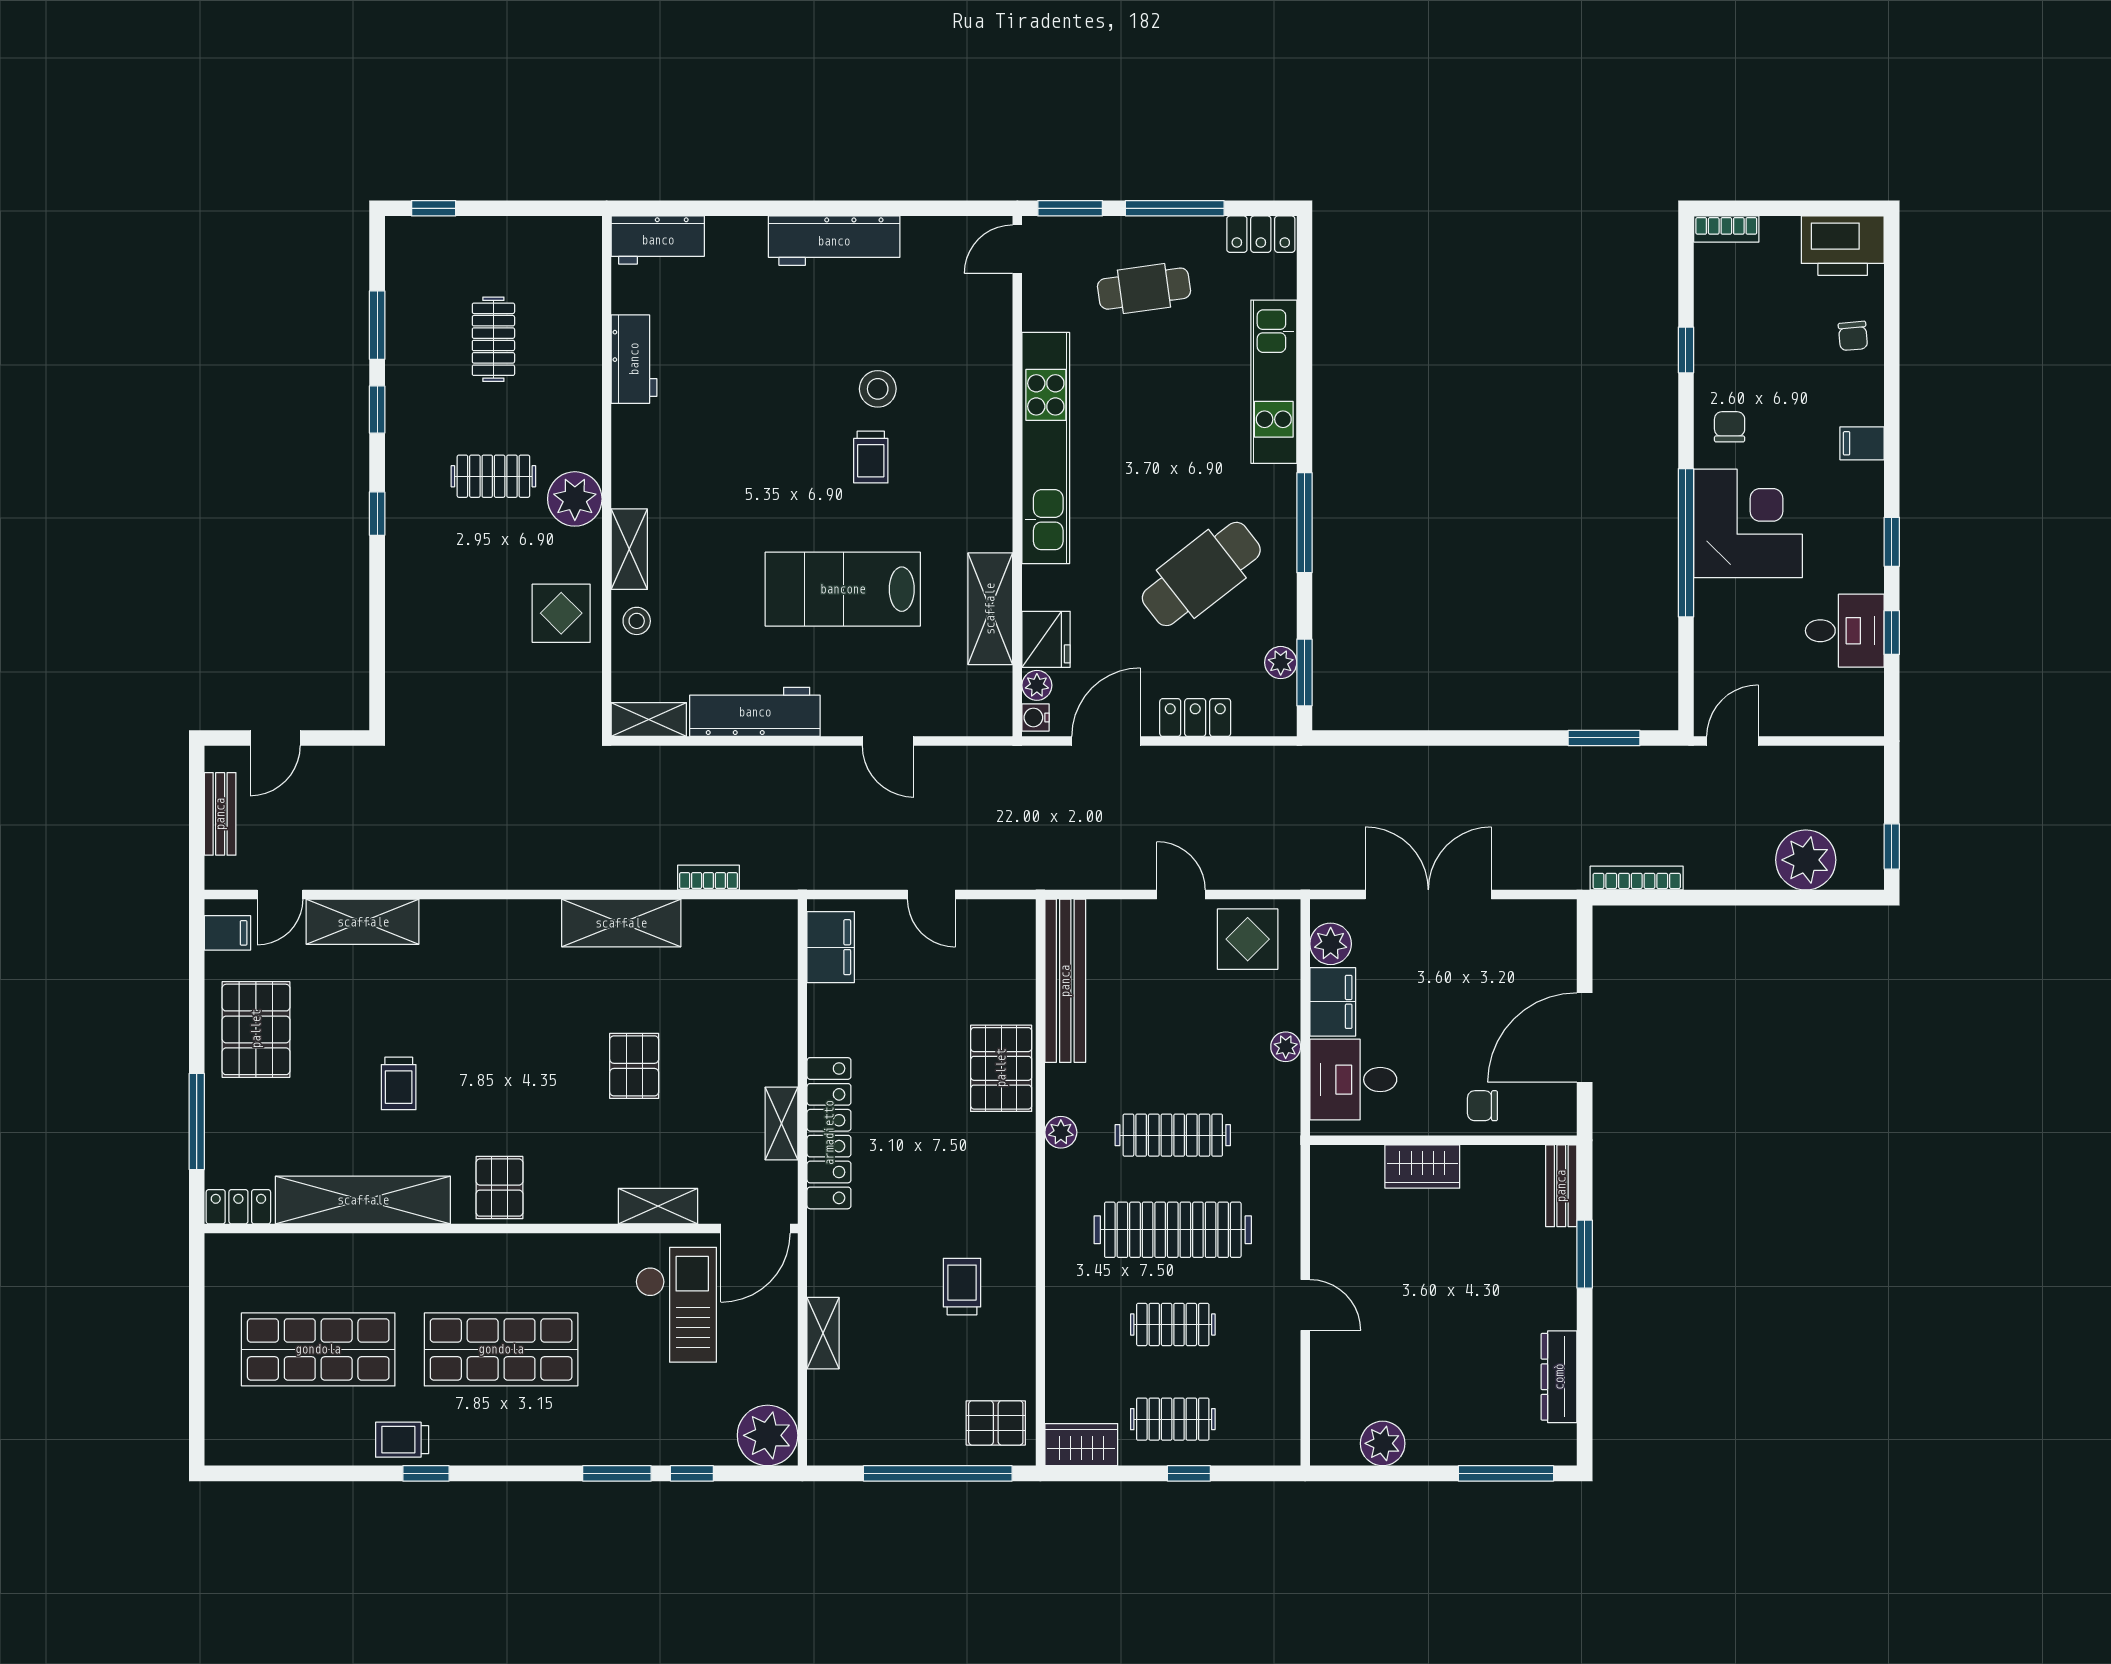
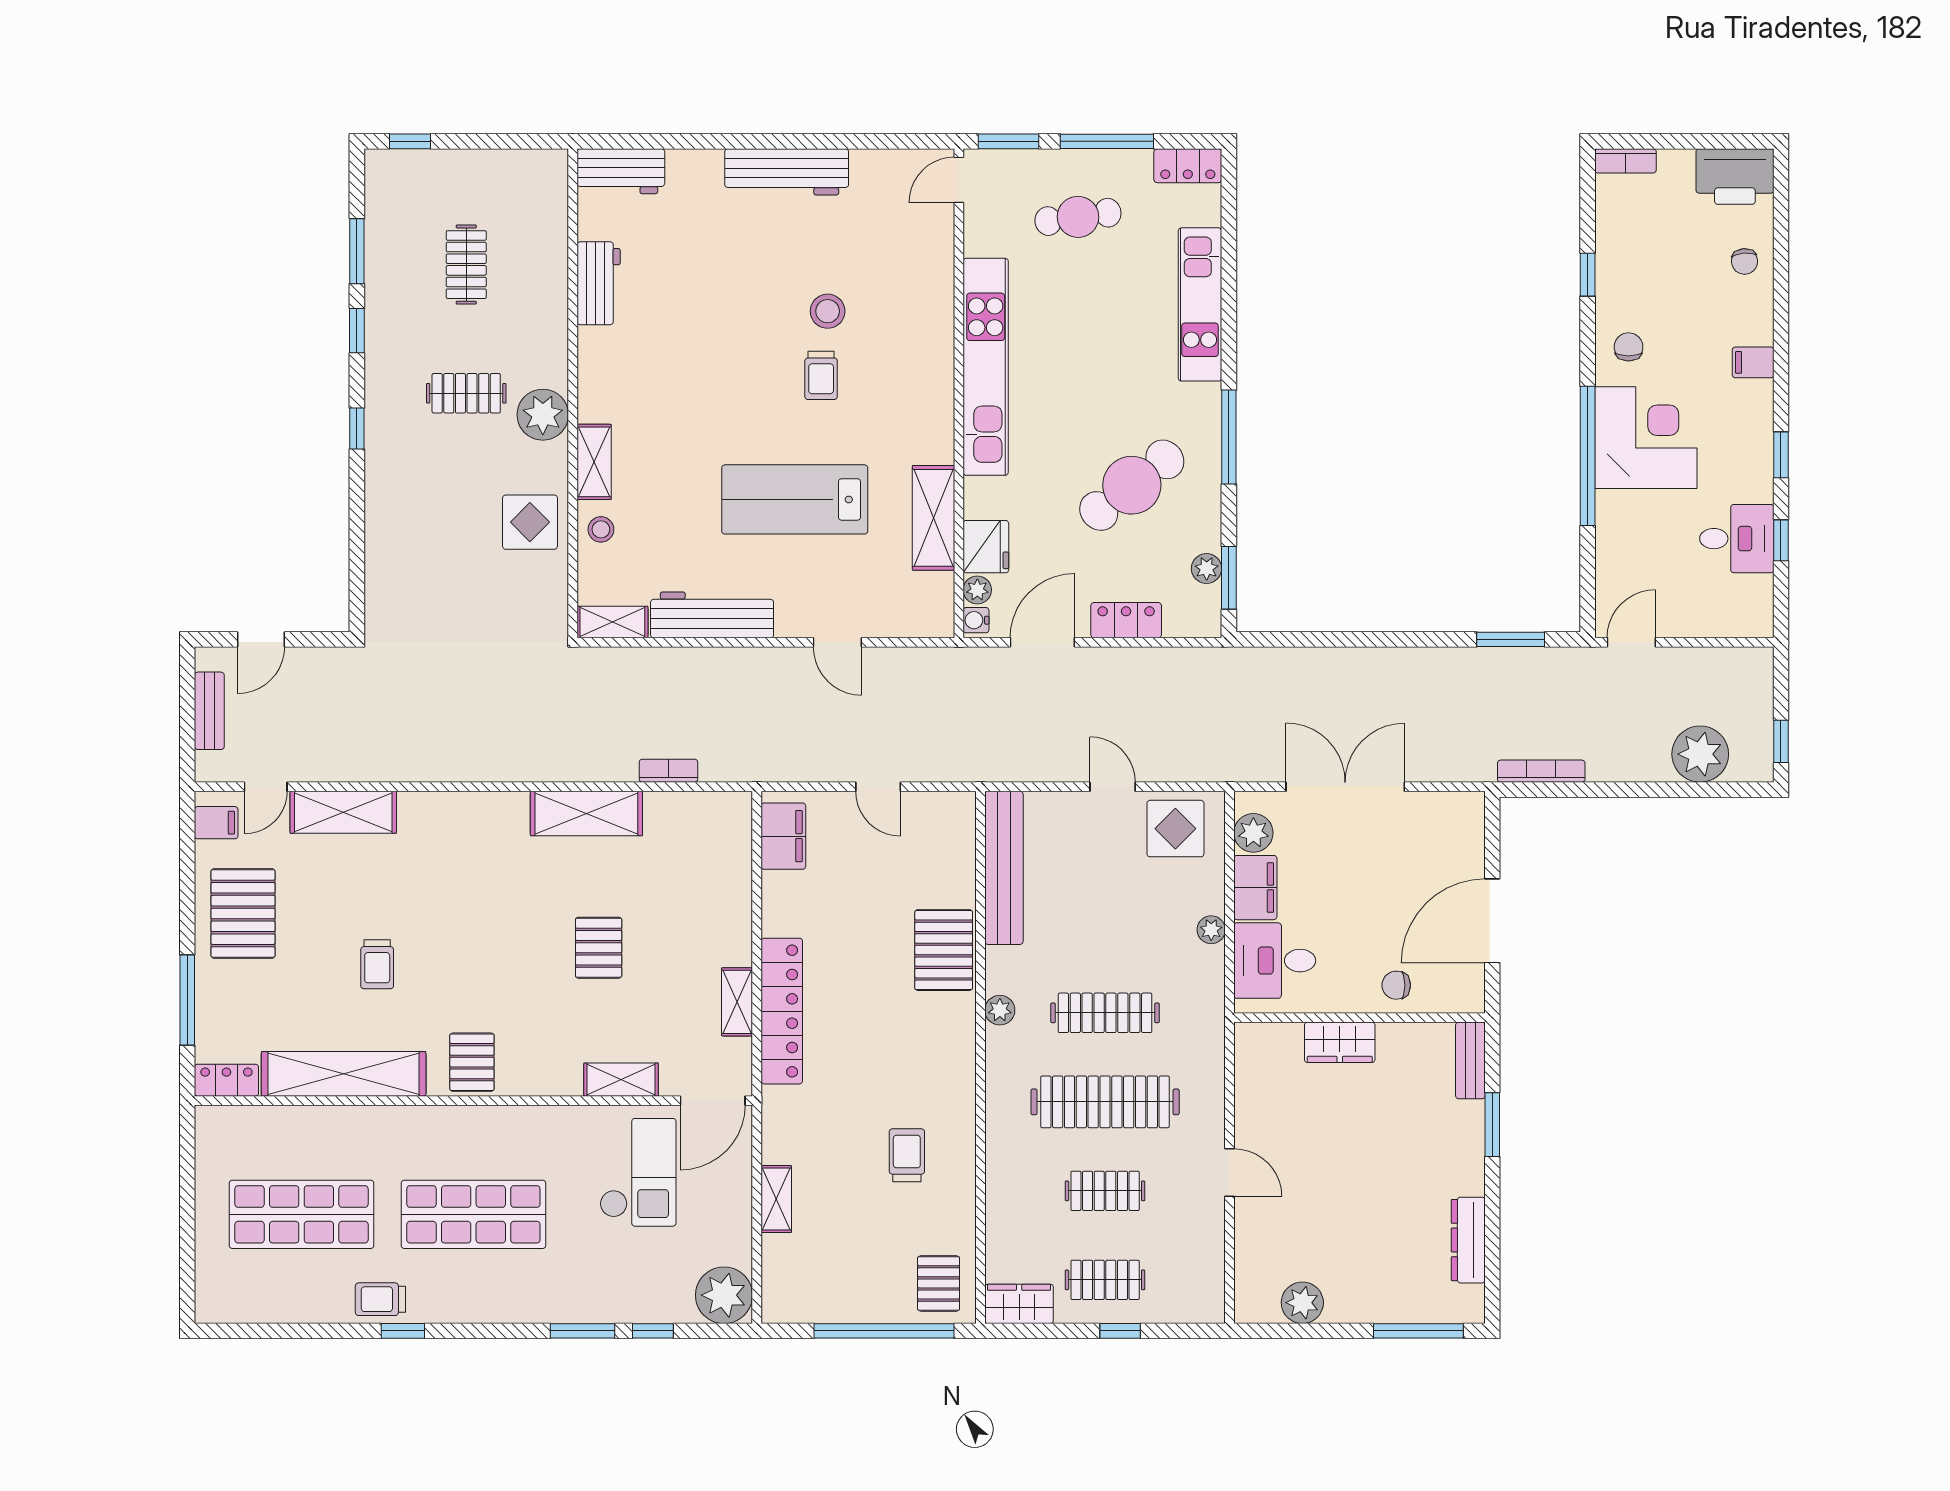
pallet: (996, 1423) -> (939, 1283), turned 90

